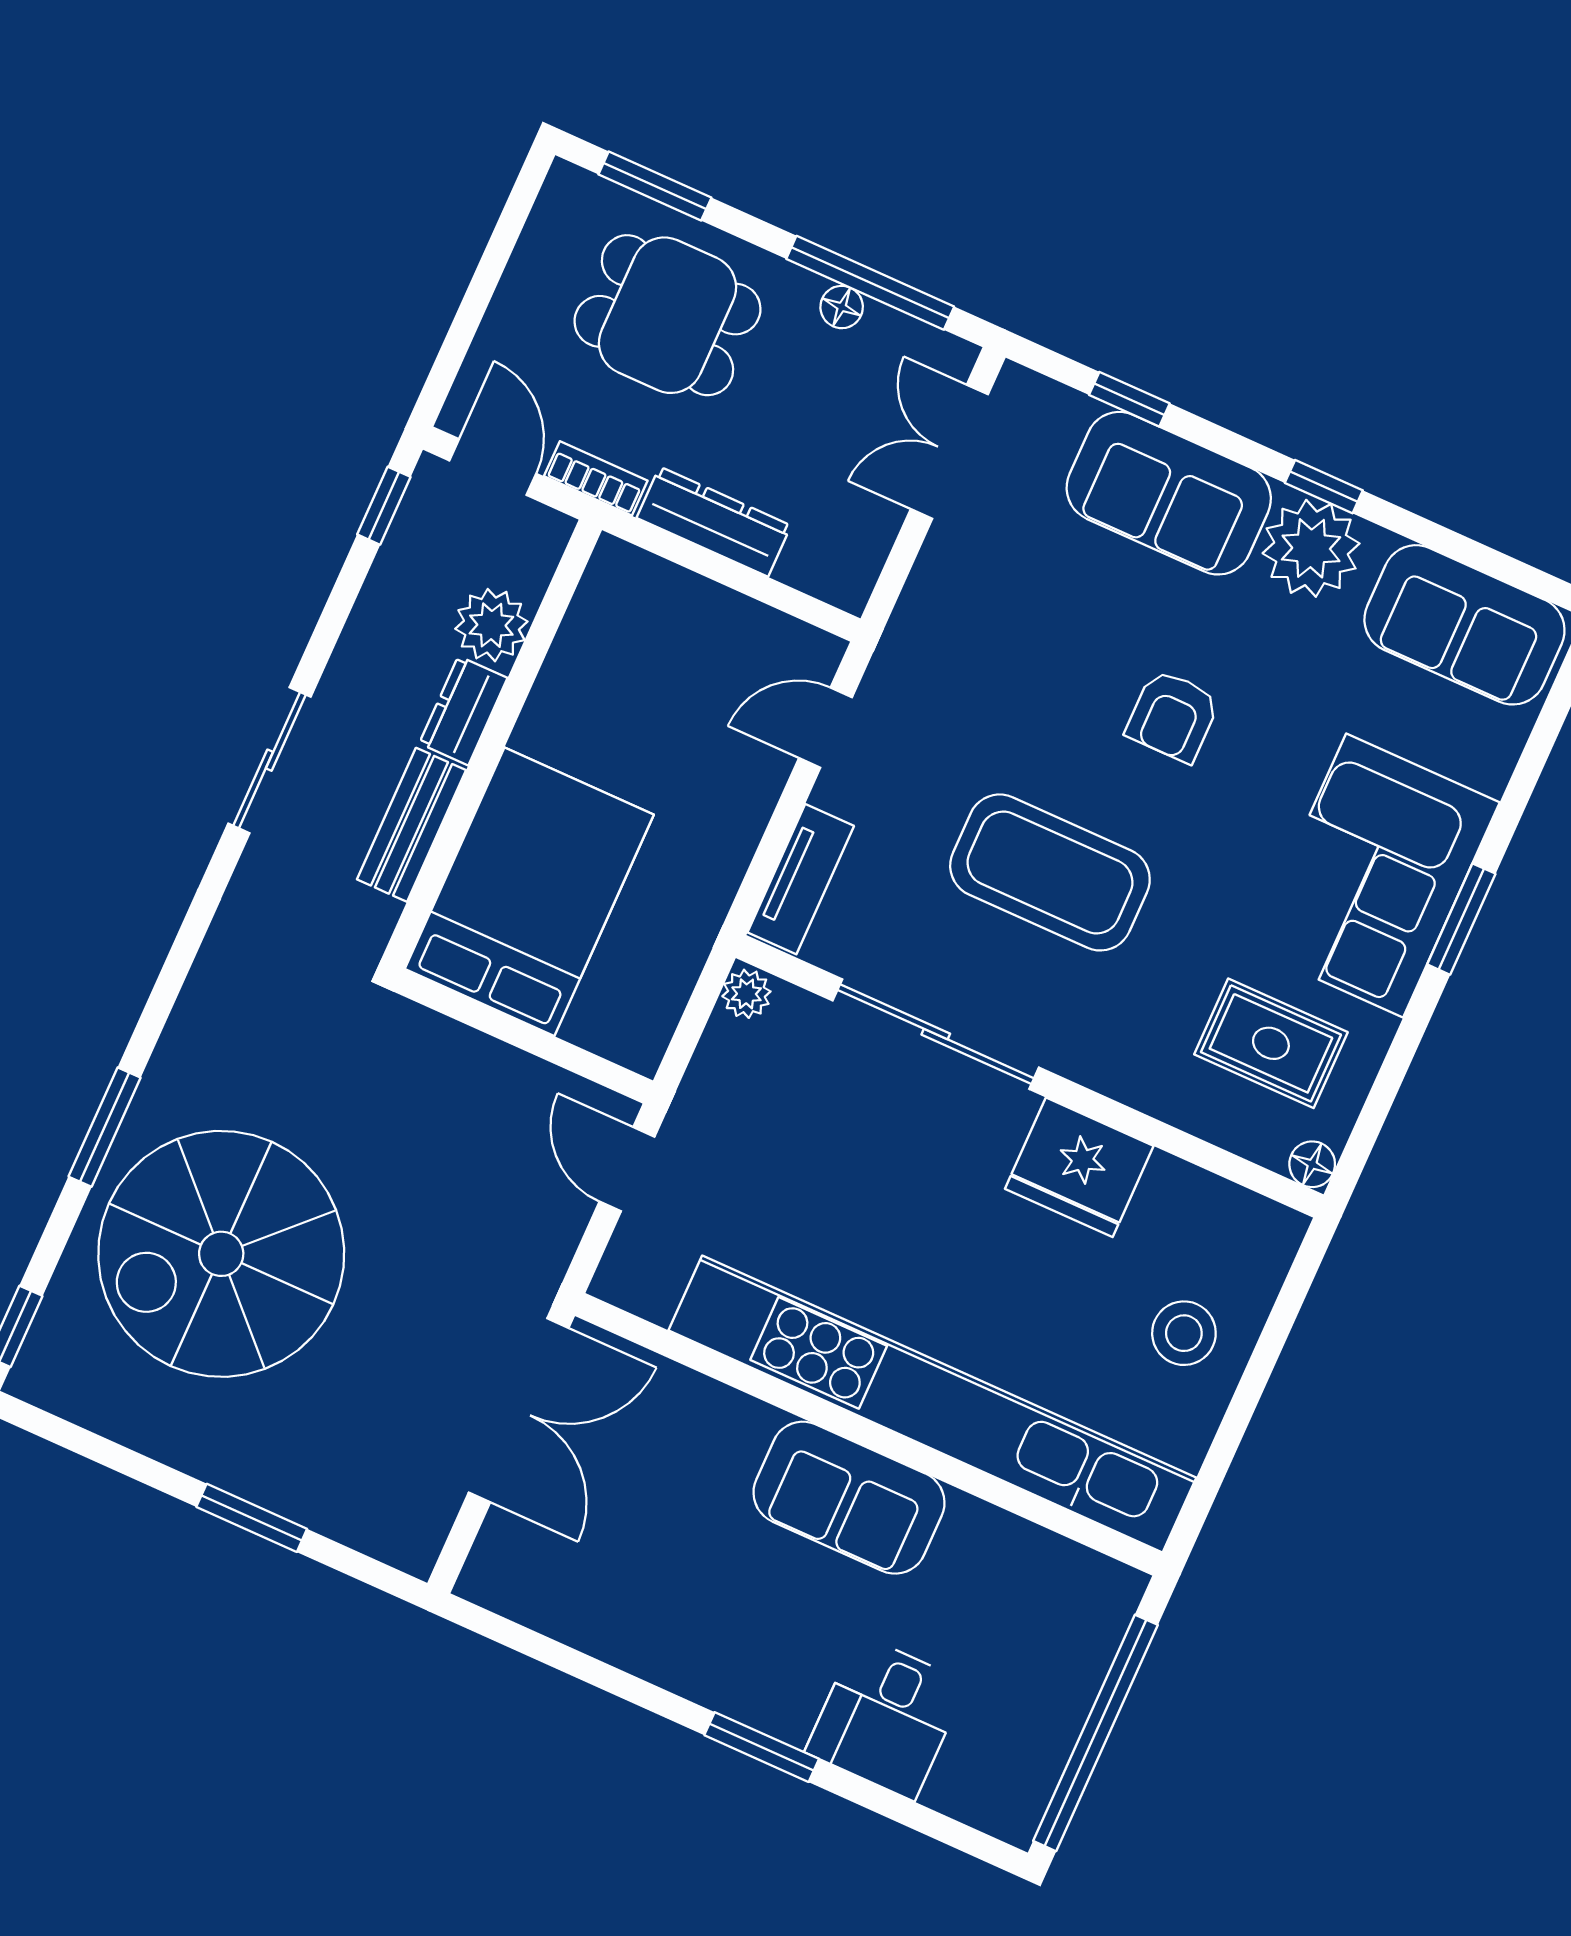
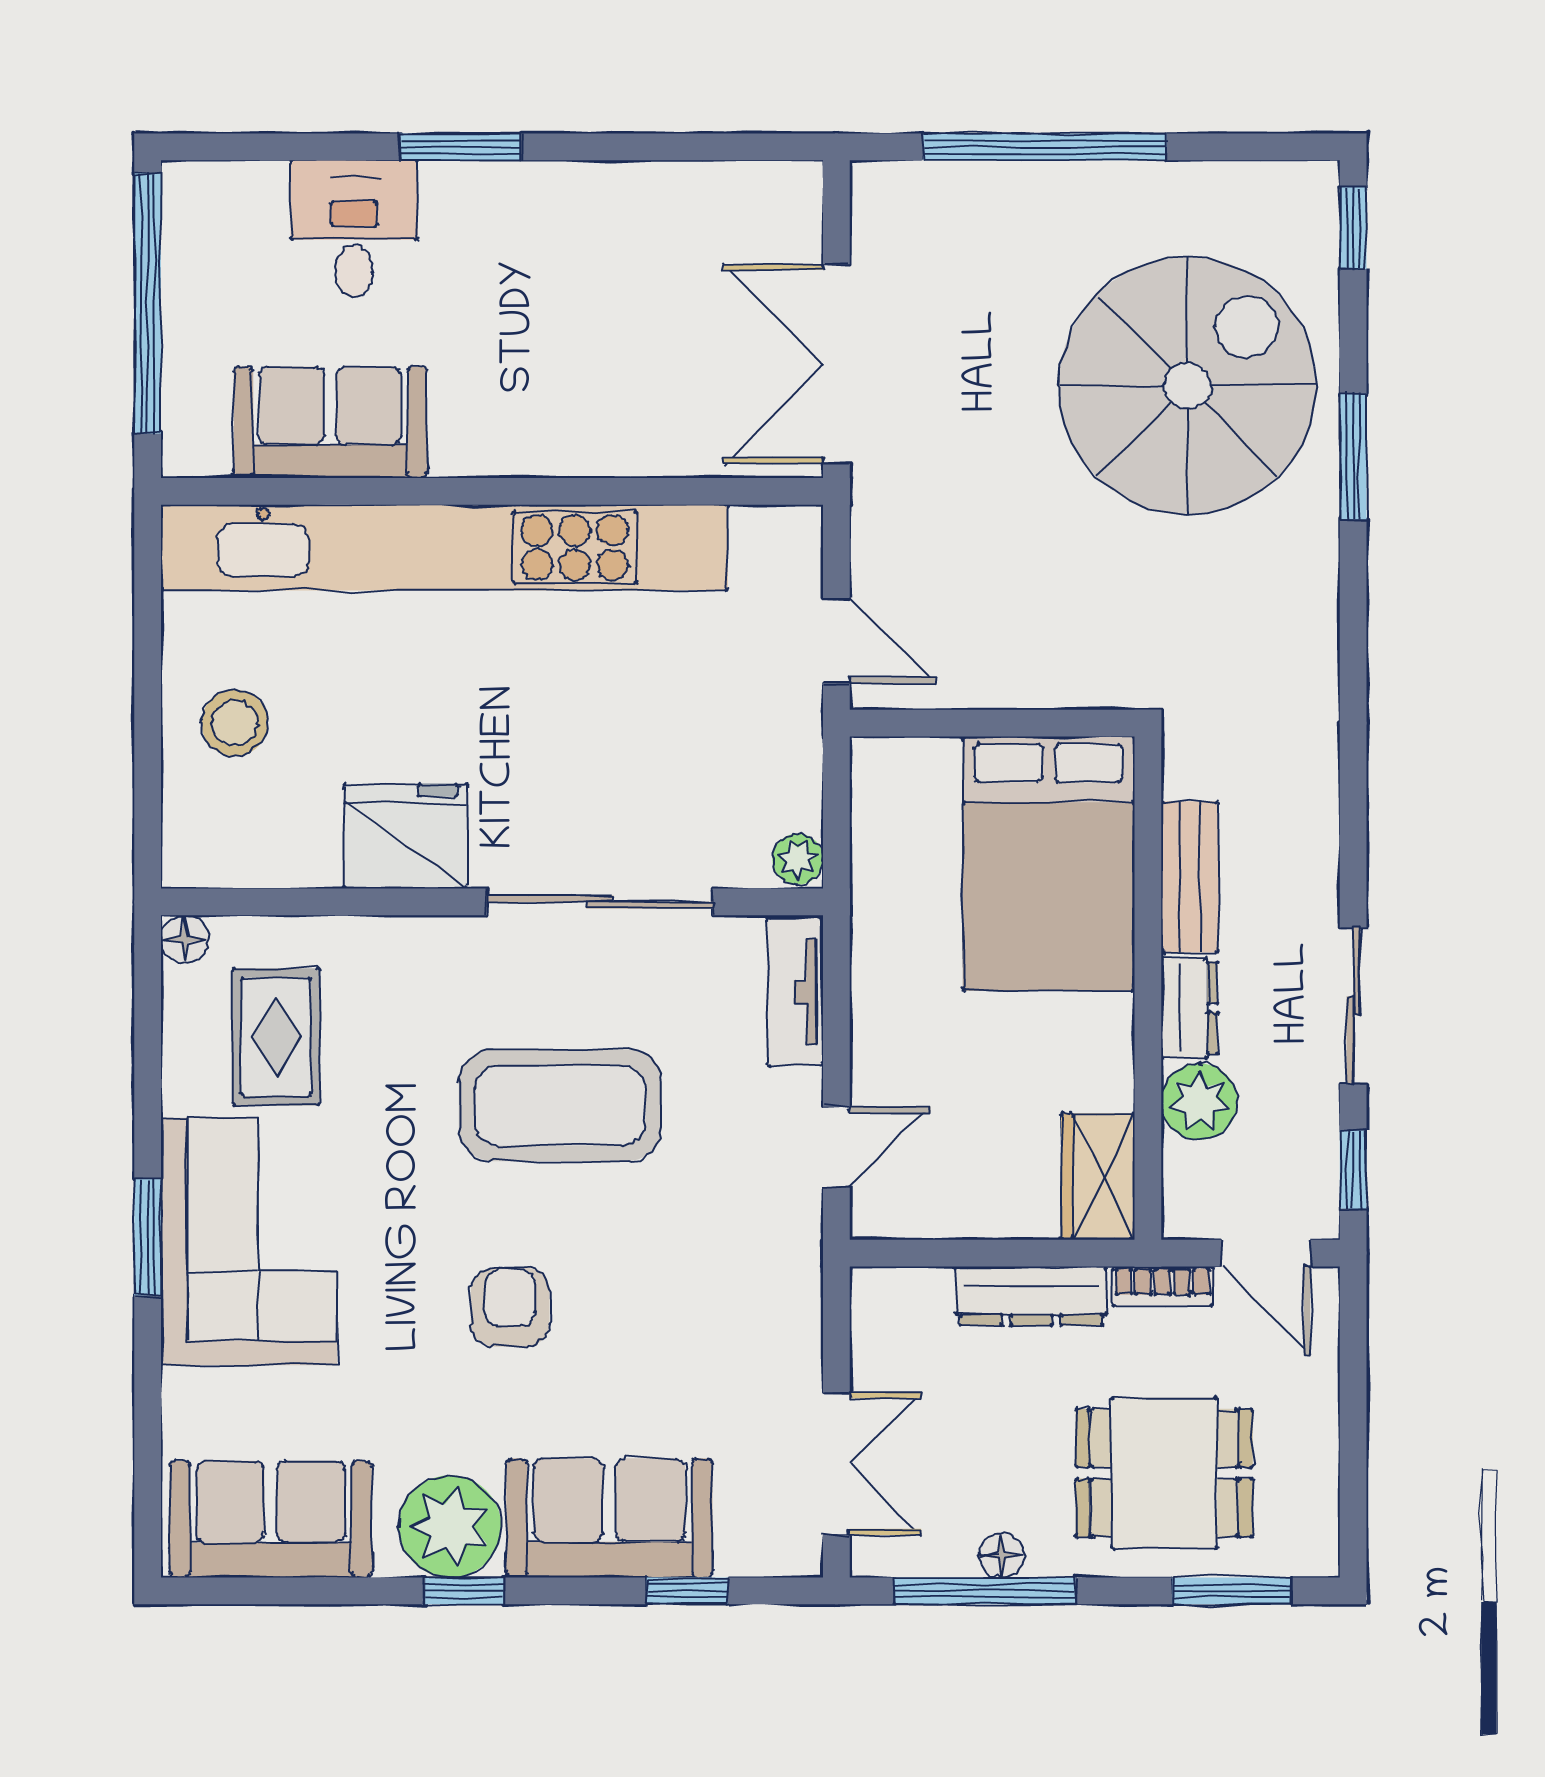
wardrobe: (609, 600) -> (1098, 1176), added
sliding door: (269, 760) -> (1353, 1006), moved
rug: (1271, 1043) -> (276, 1037), turned 90
sofa: (849, 1498) -> (330, 422), moved
window: (252, 1518) -> (1045, 147), width x2.11

